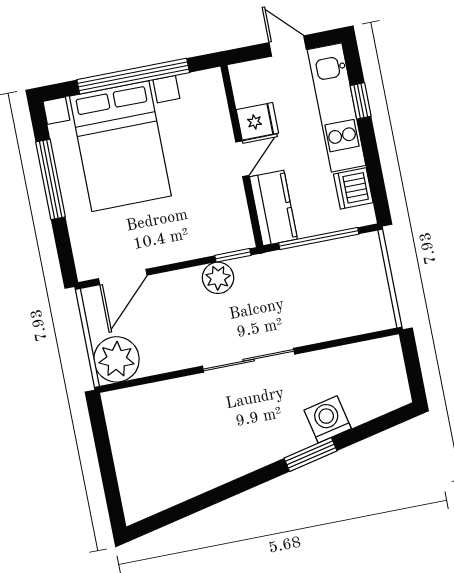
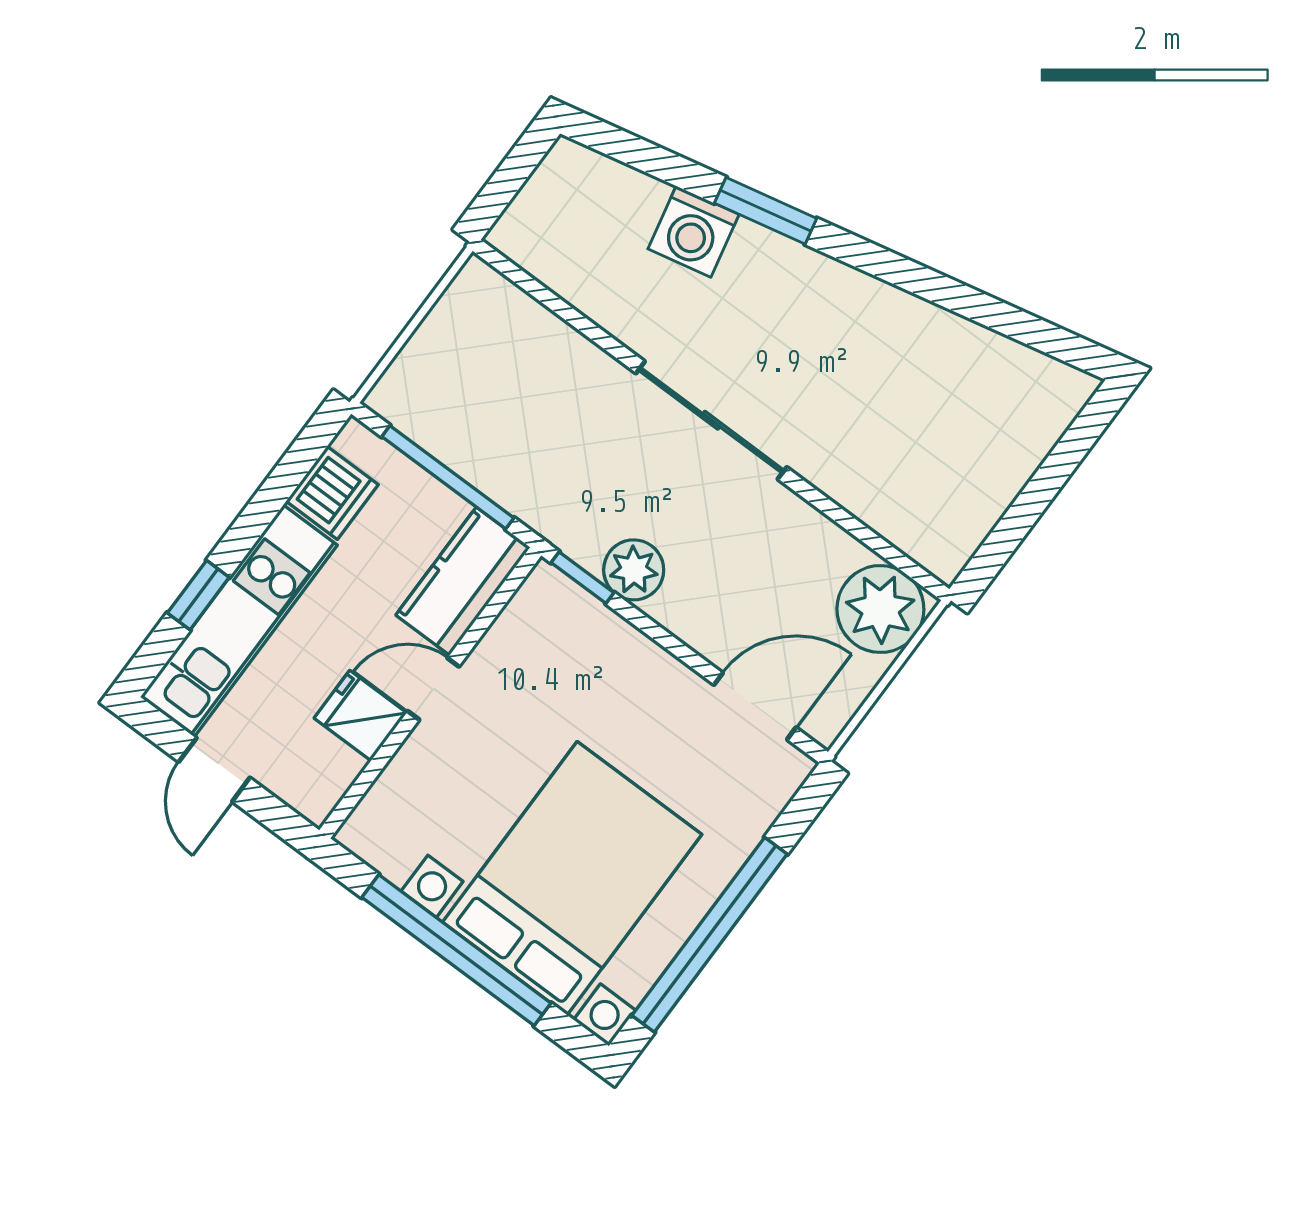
window: (51, 179) -> (709, 935), width x1.46

